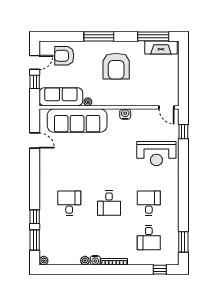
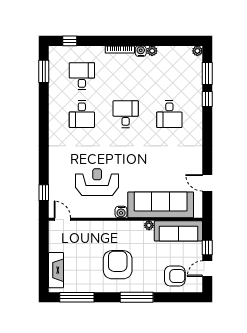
fireplace: (161, 47) -> (56, 270), moved, turned 90
water cooler: (125, 114) -> (121, 212), moved
reception desk: (156, 154) -> (97, 182), moved

